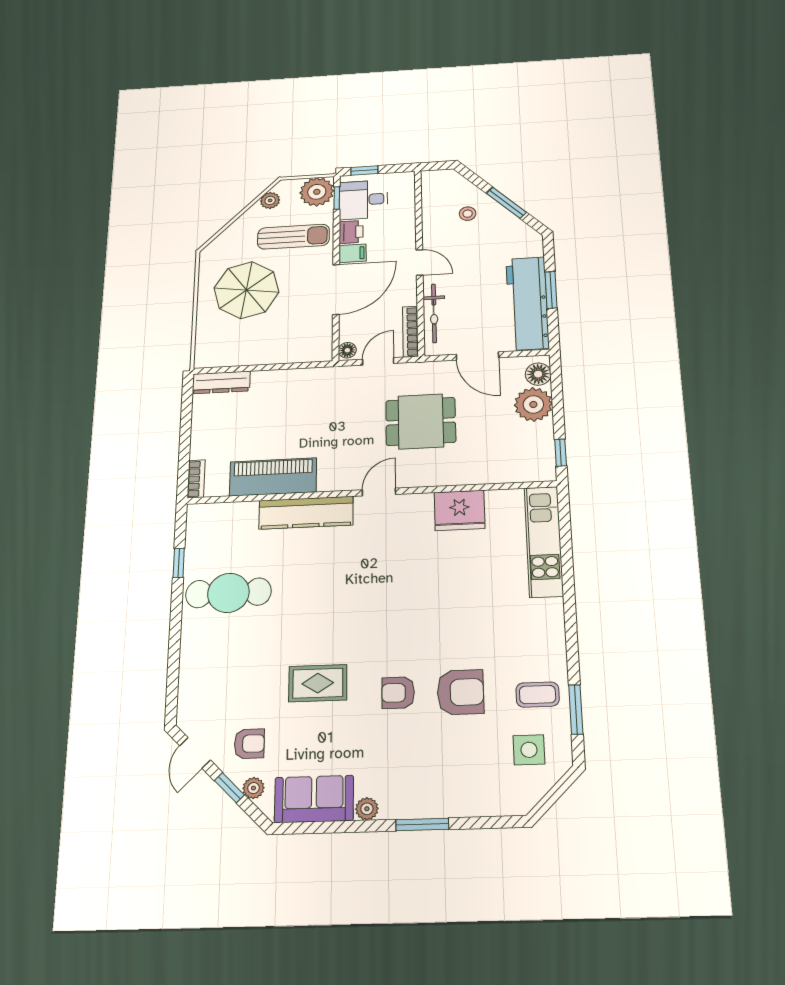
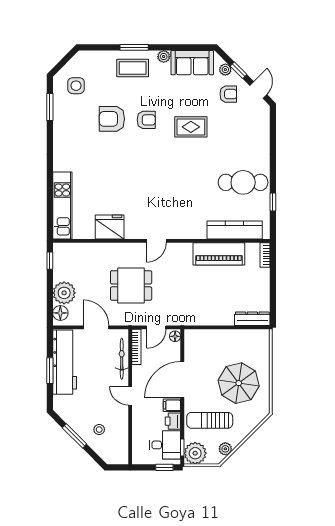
kitchen counter: (306, 513) -> (235, 230), moved
coffee table: (538, 695) -> (133, 68), moved, width x1.36, depth x1.30
armchair: (249, 744) -> (228, 94), turned 180

